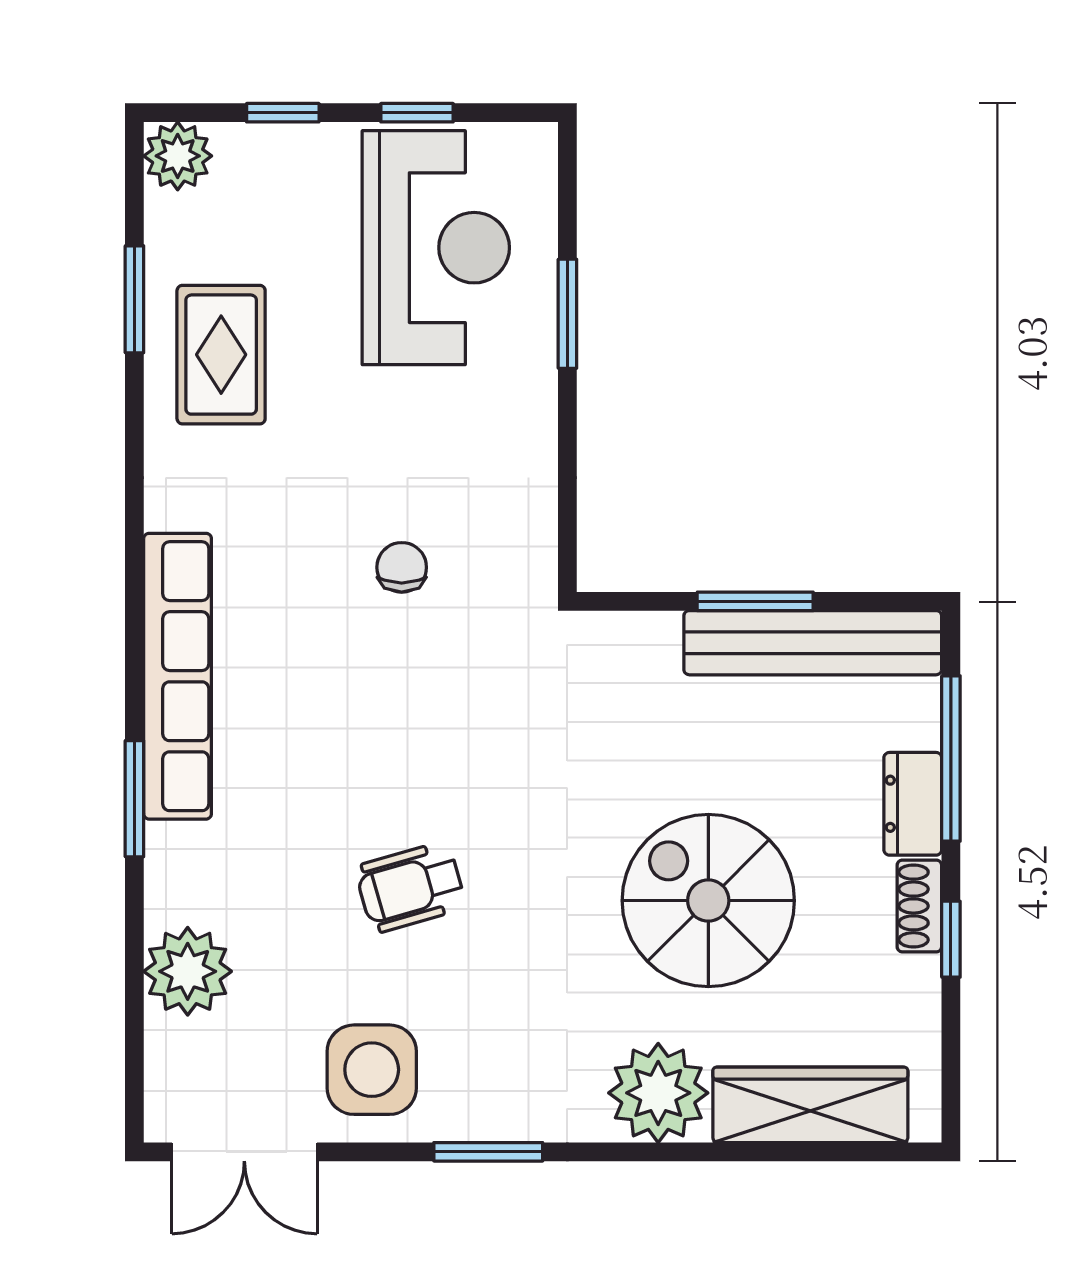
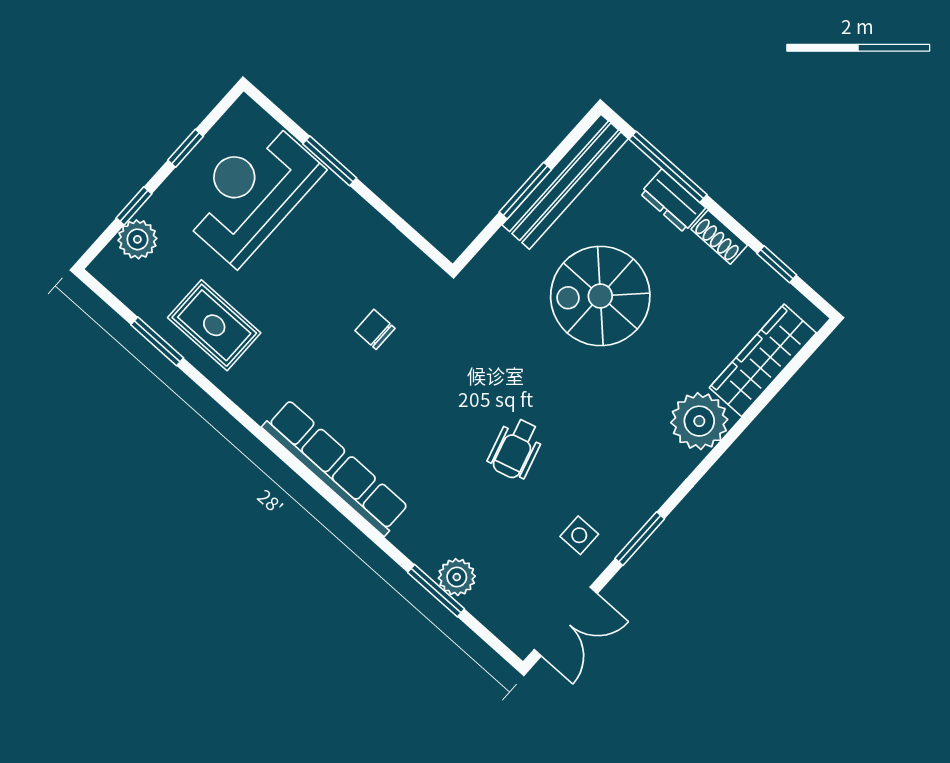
plant: (178, 156) -> (137, 239), moved
reception desk: (436, 248) -> (251, 192), turned -90
window: (134, 799) -> (436, 591), moved
spiral stairs: (708, 901) -> (600, 296), moved
window: (951, 939) -> (777, 264), moved
plant: (188, 971) -> (457, 577), width x0.73, depth x0.73
side table: (372, 1070) -> (579, 535), width x0.54, depth x0.54
window: (488, 1152) -> (640, 539), moved

